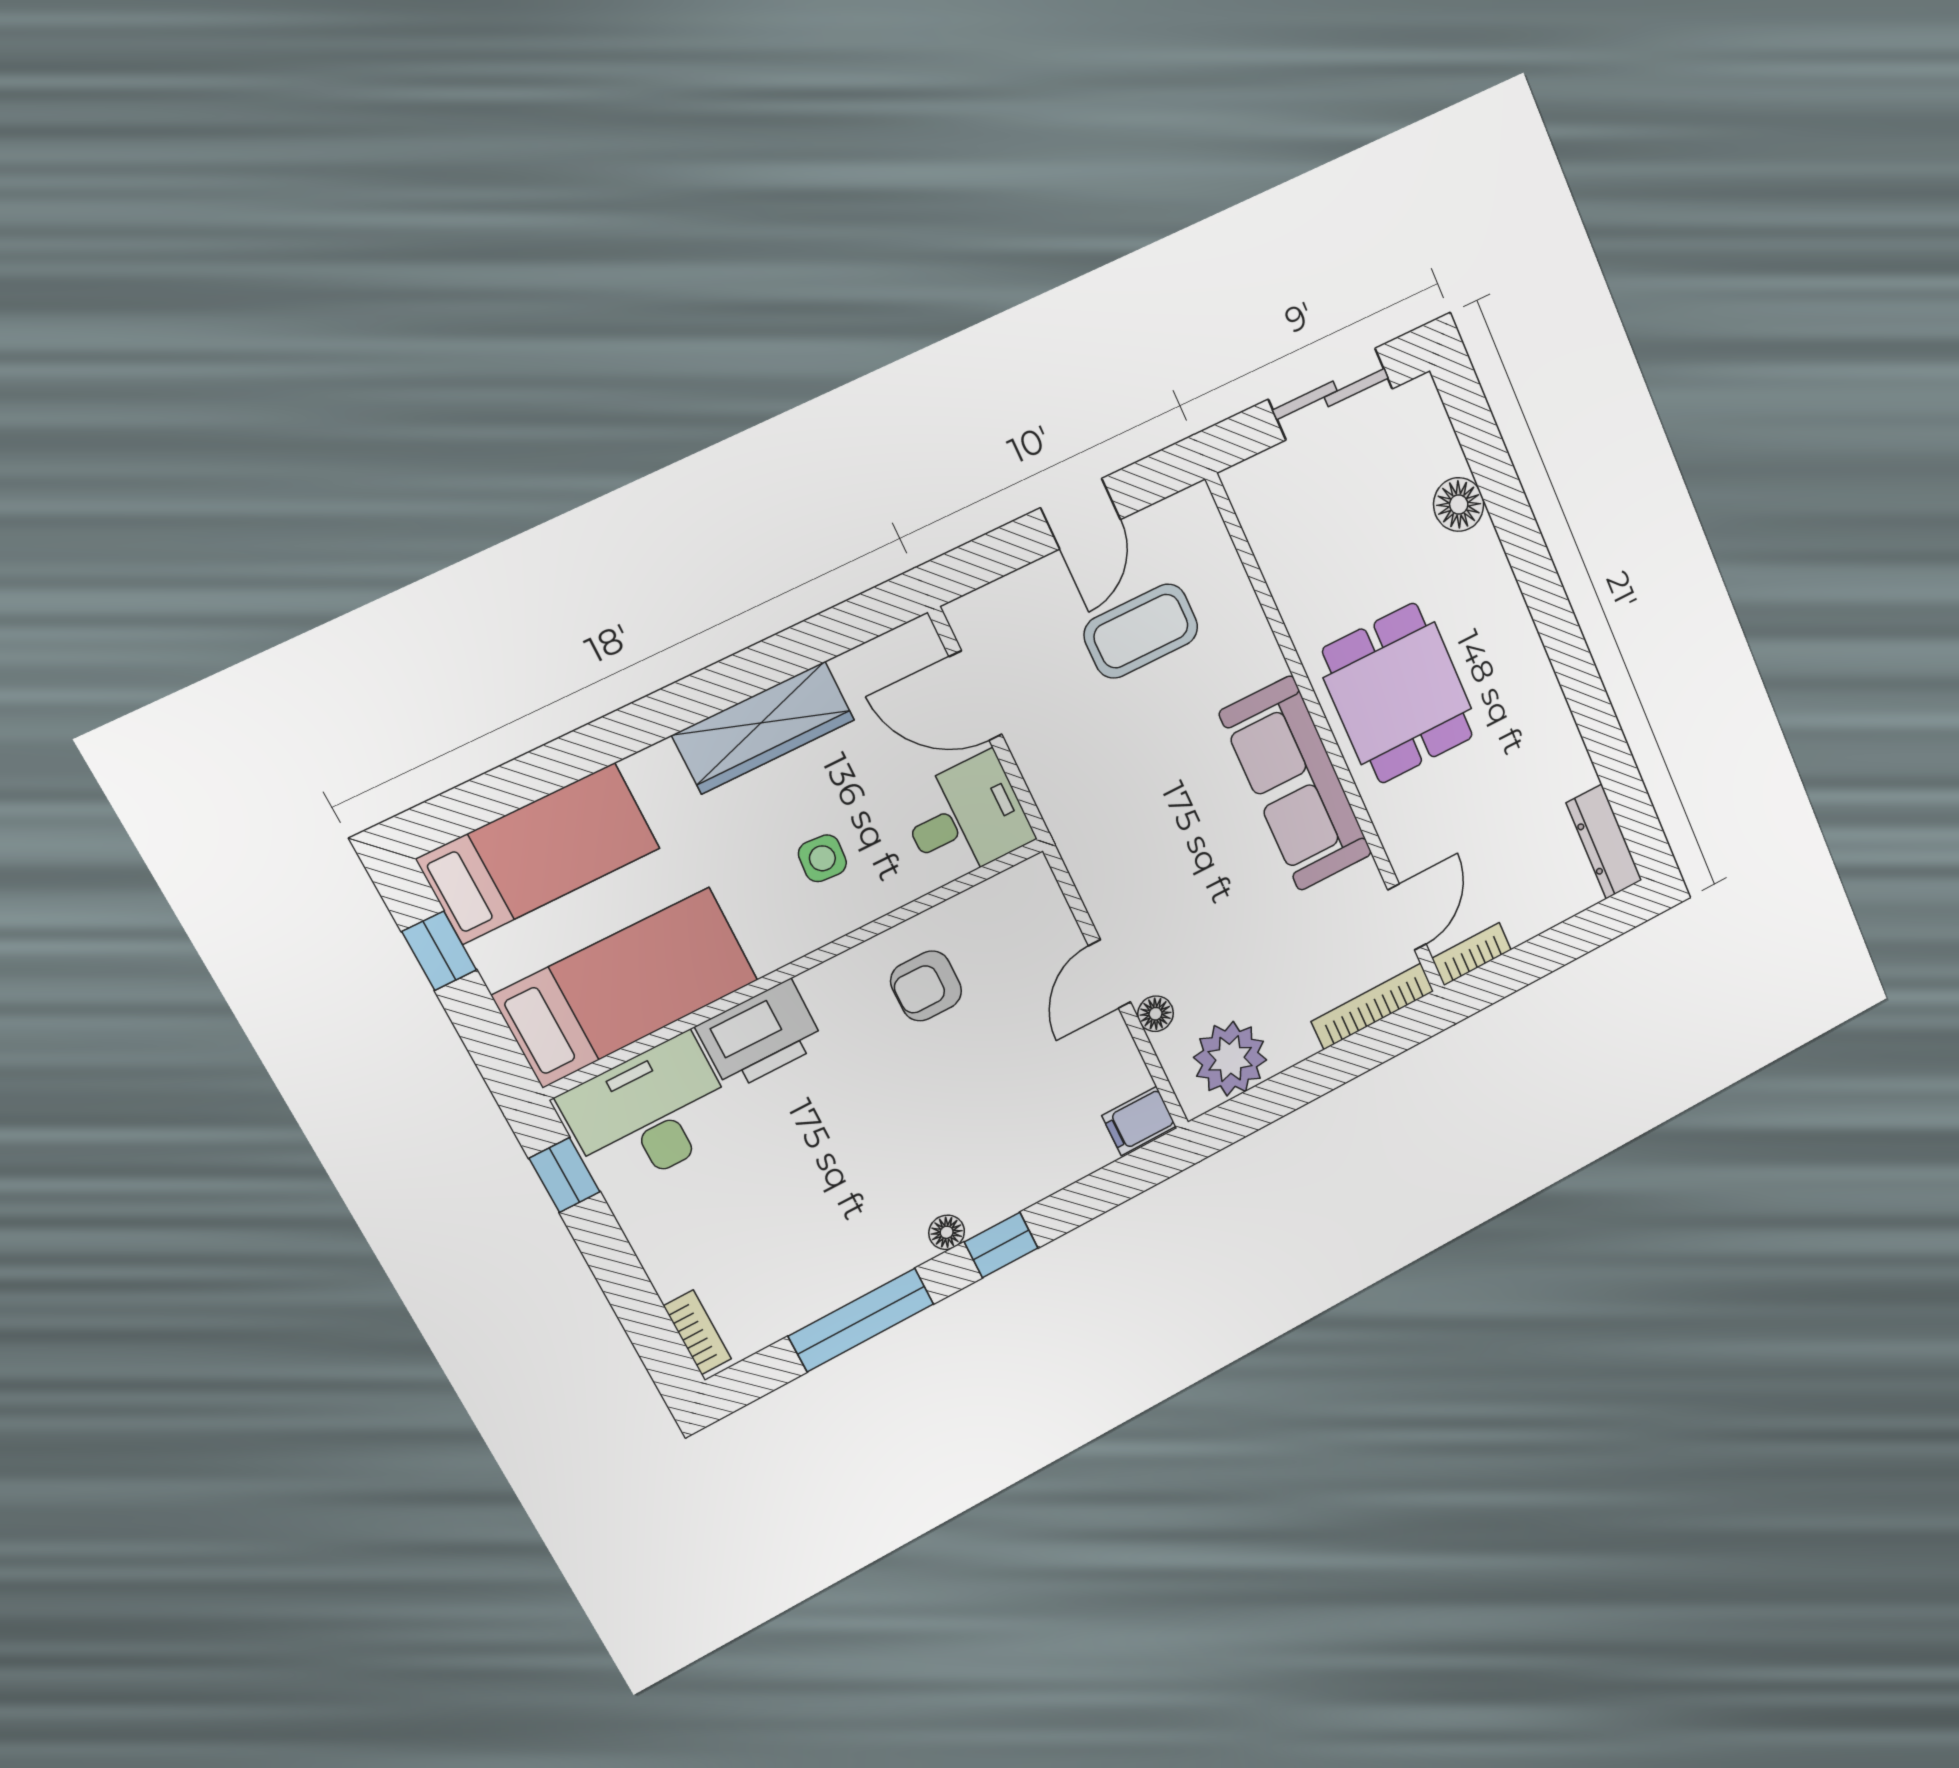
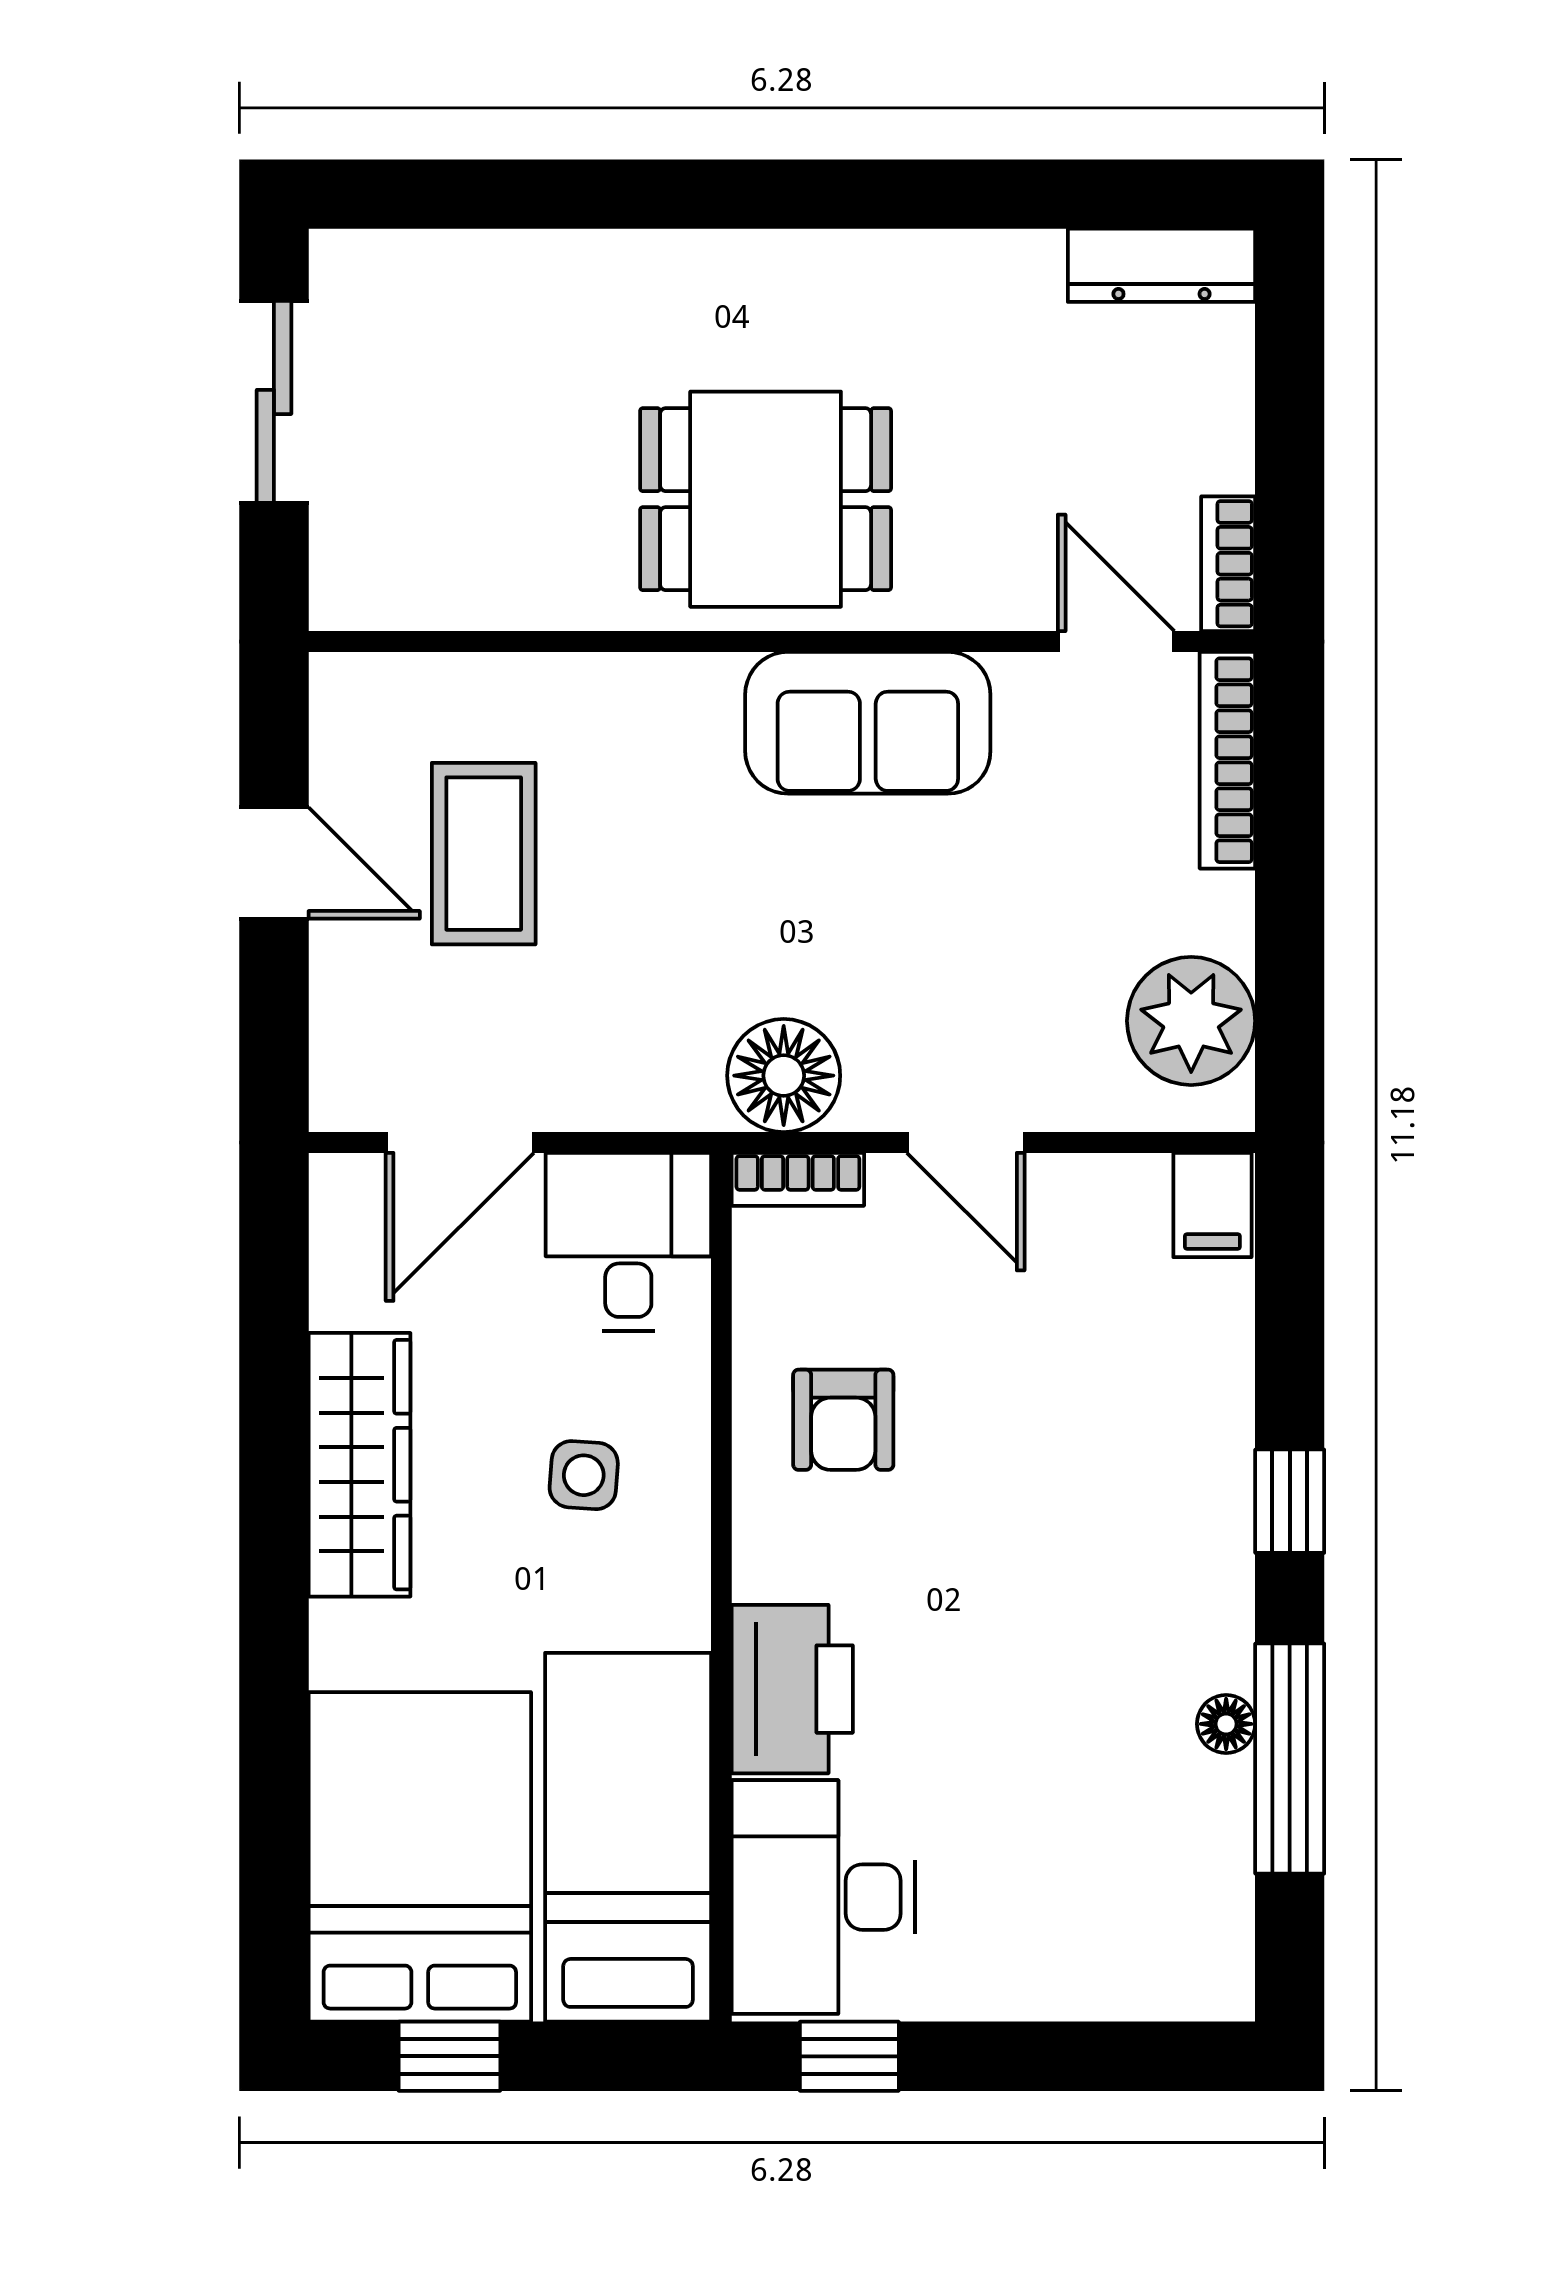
floor lamp: (1459, 504) -> (528, 273), removed
sofa: (1296, 784) -> (868, 723), width x0.73
bed: (539, 853) -> (420, 1857), width x1.50
floor lamp: (1156, 1014) -> (784, 1076), moved, width x1.89, depth x1.89
floor lamp: (947, 1232) -> (1226, 1724), moved
bookcase: (697, 1332) -> (798, 1179), moved, turned 180

